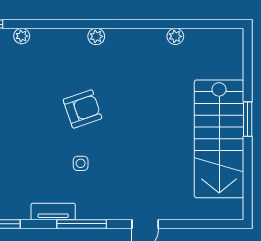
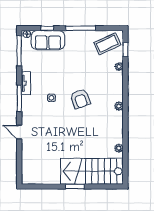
stairs: (219, 139) -> (92, 171), moved

